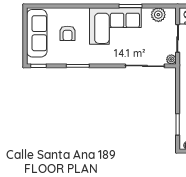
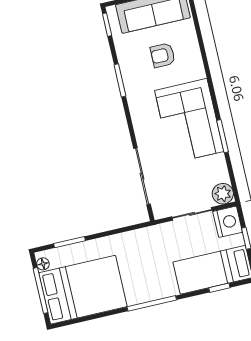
plant: (158, 15) -> (223, 194), moved
plant: (171, 59) -> (160, 212), removed

